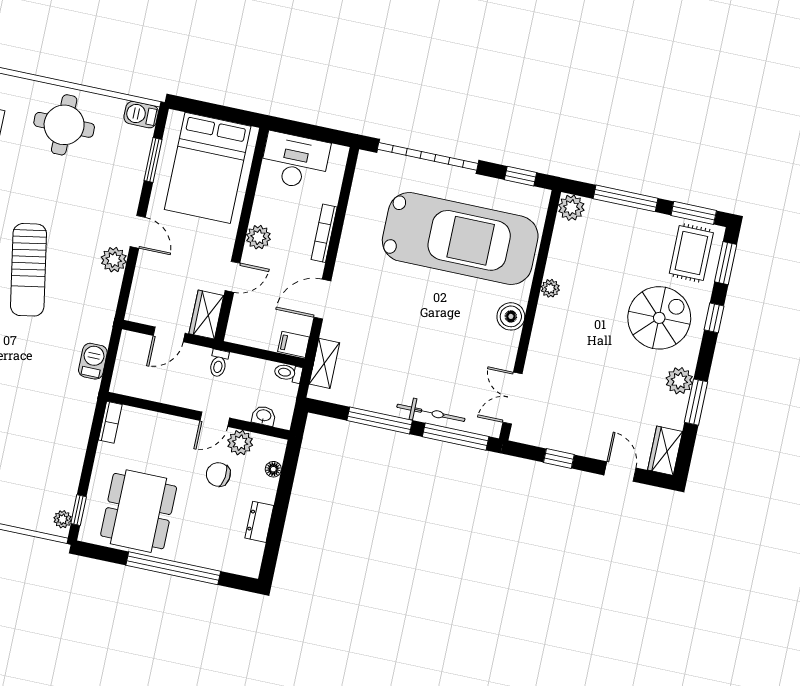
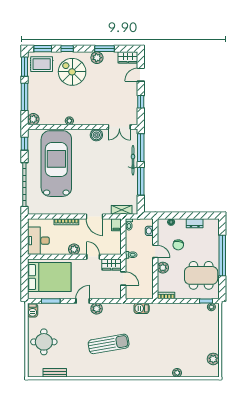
boiler: (511, 316) -> (96, 135), moved
plant: (240, 443) -> (163, 268), moved

